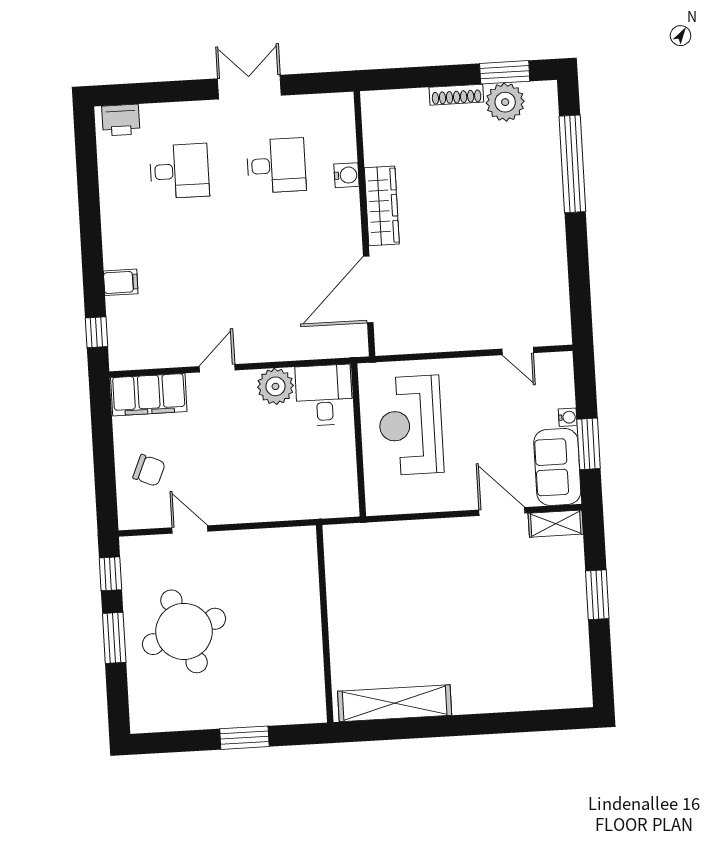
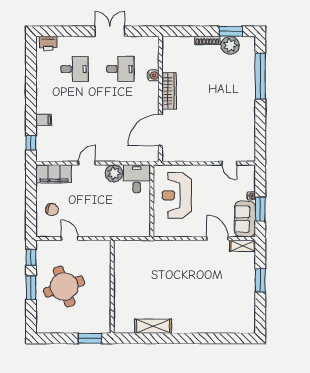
wall: (325, 624) -> (112, 287), moved
shelving: (395, 703) -> (153, 326), width x0.68

